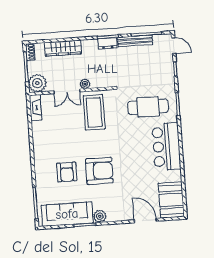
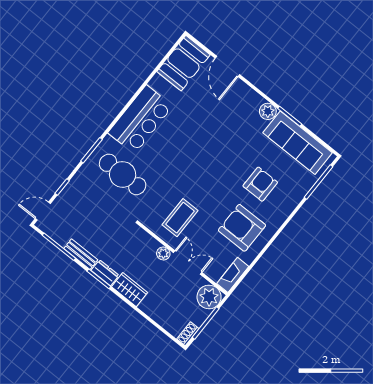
bench: (135, 41) -> (81, 254), width x0.73
door: (174, 46) -> (43, 211), hinge flipped
wardrobe: (63, 48) -> (130, 290), moved, width x0.67
coffee table: (94, 112) -> (180, 218), width x0.73, depth x0.76
armchair: (99, 171) -> (242, 228), moved

